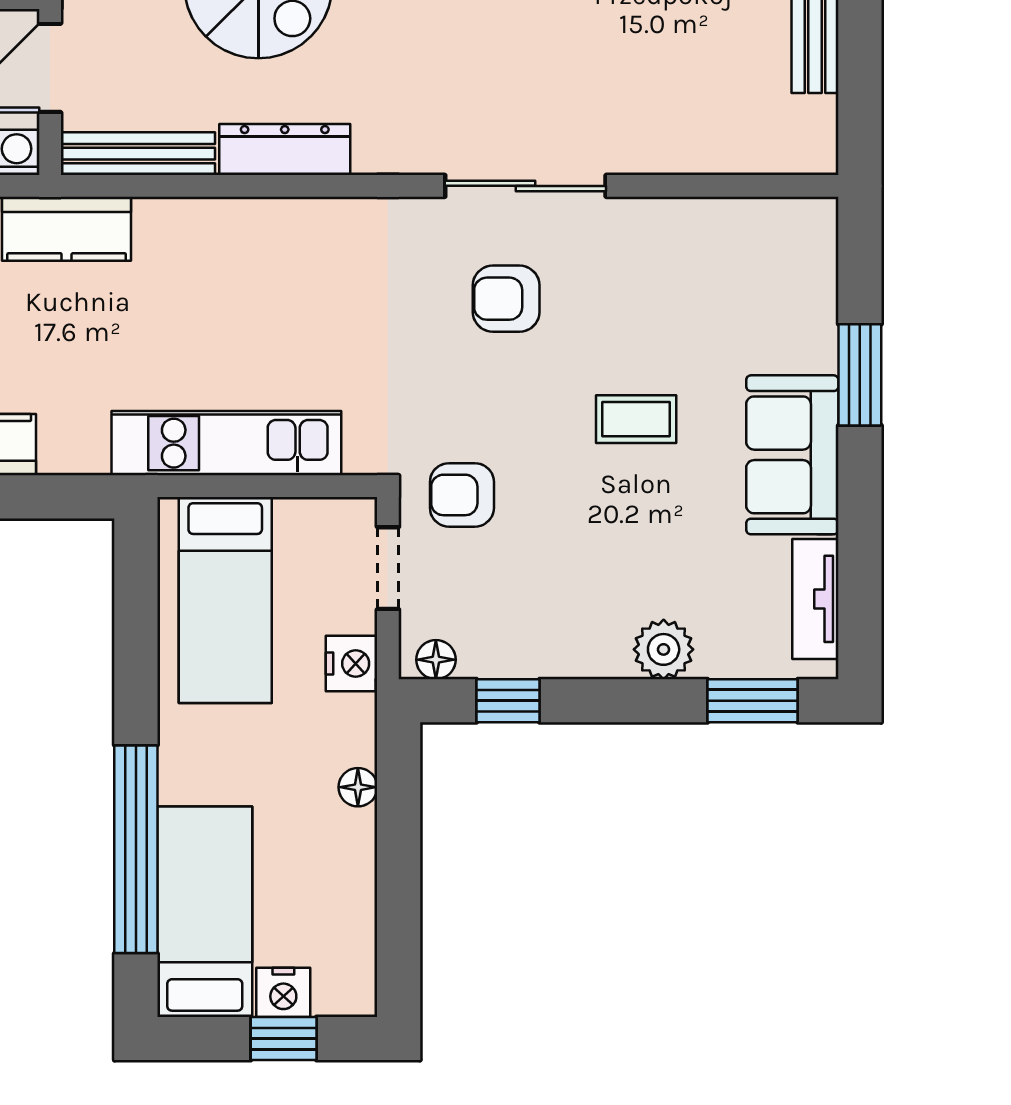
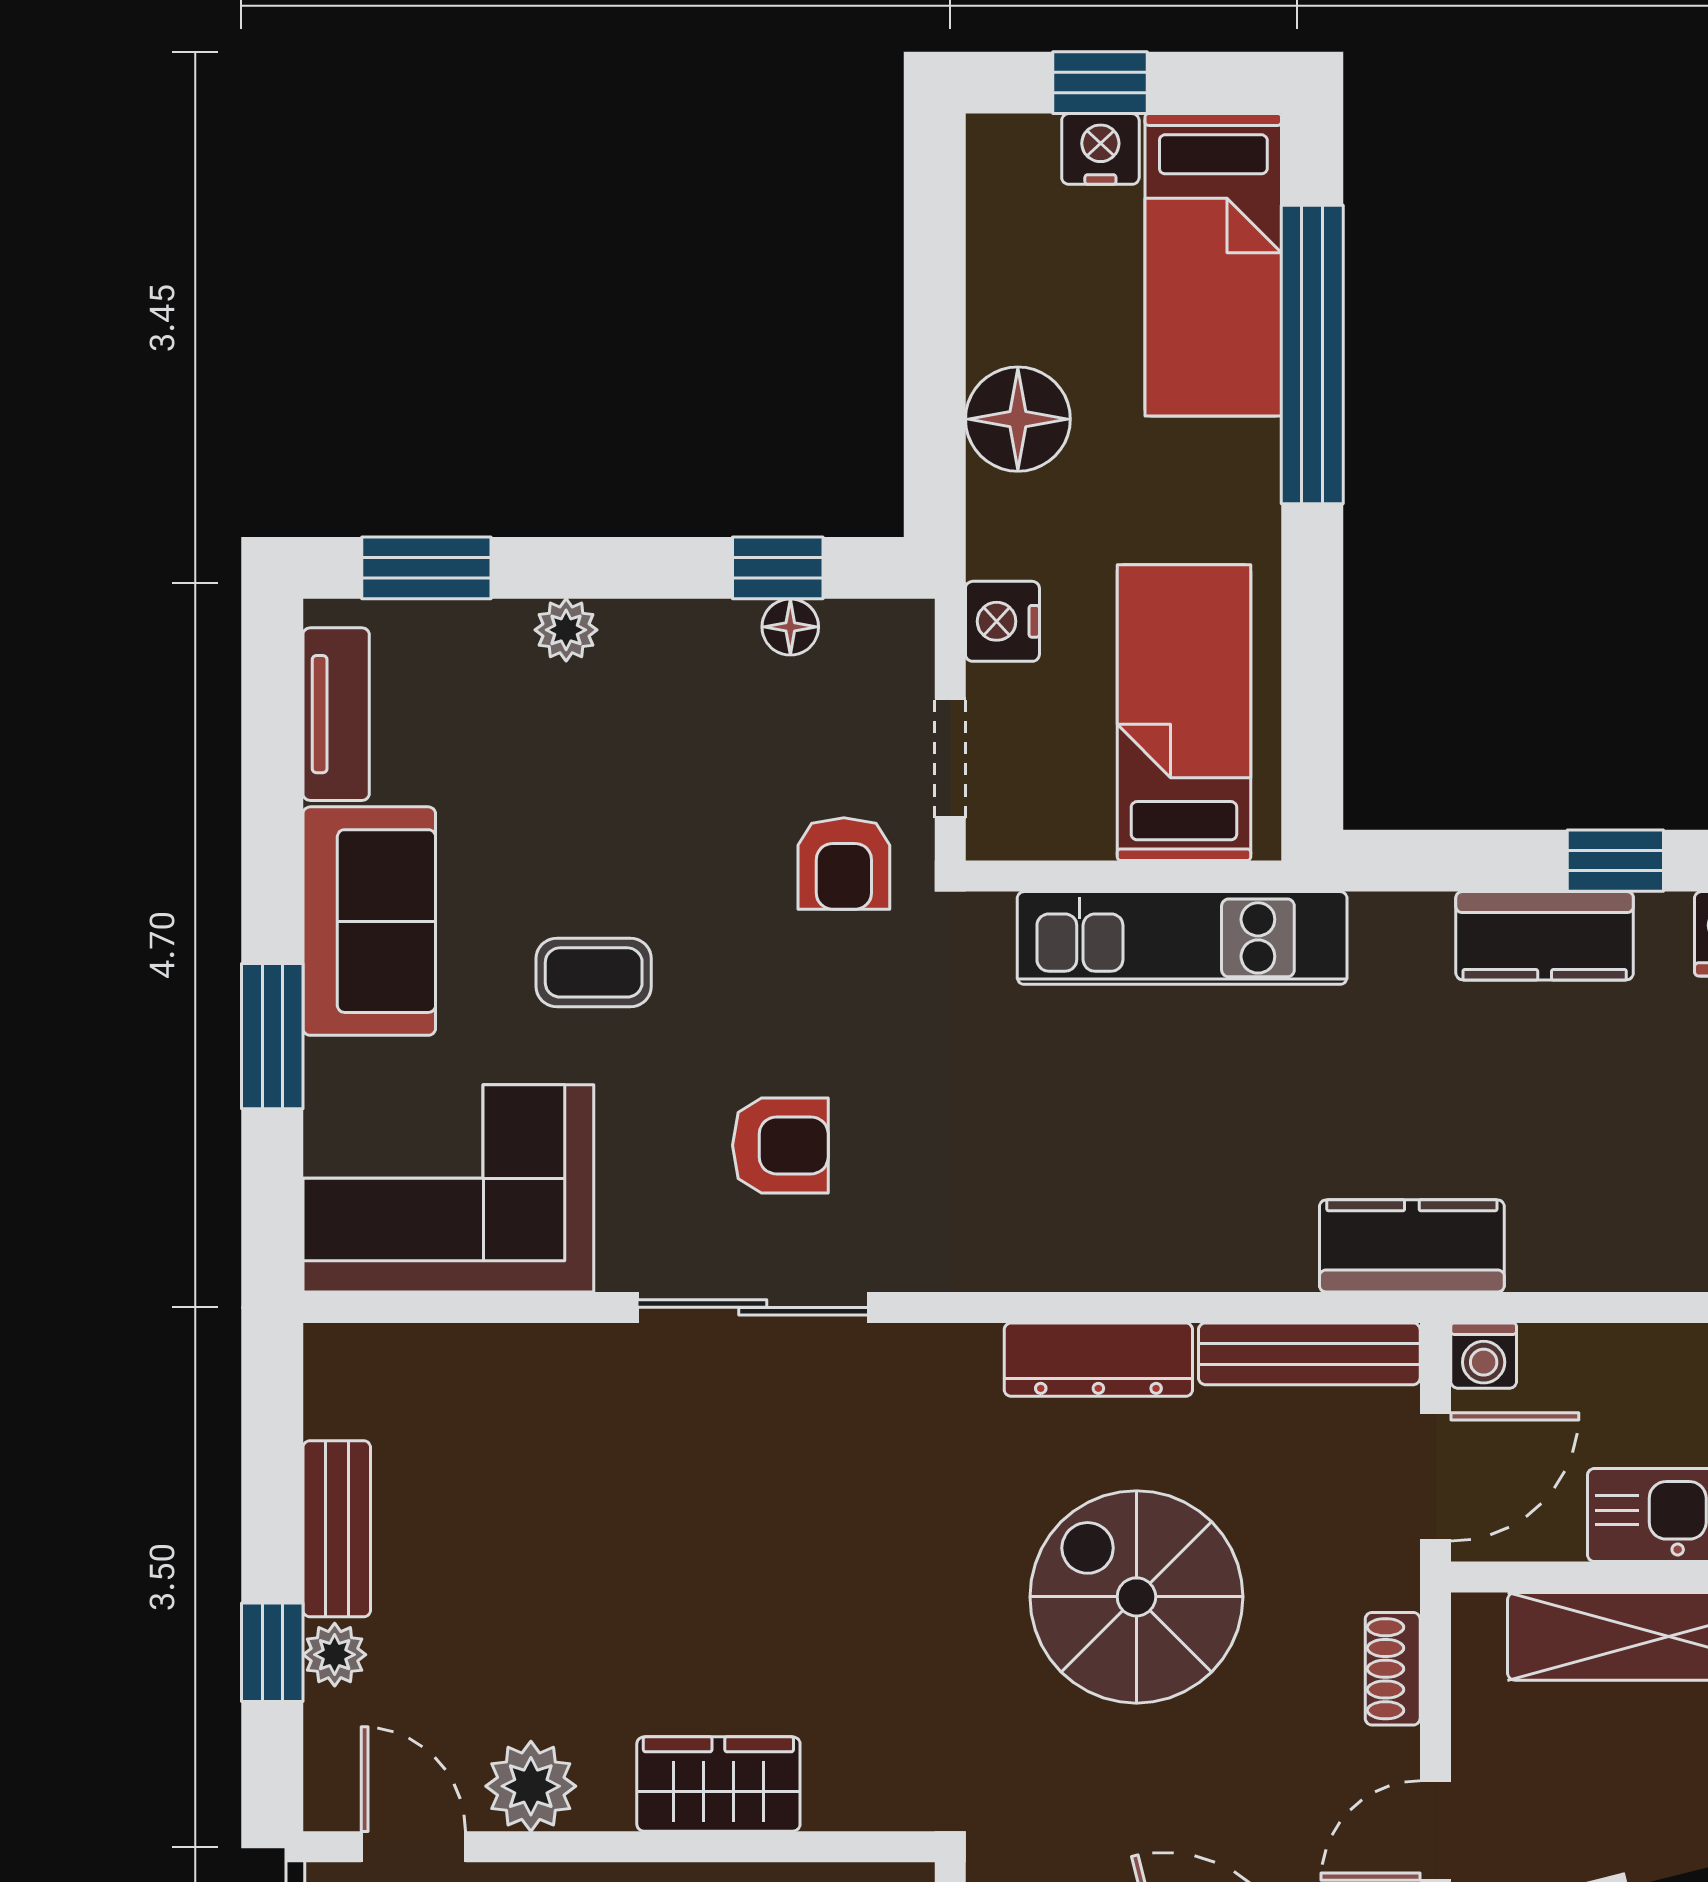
corner sofa: (737, 269) -> (448, 1188), added
armchair: (462, 495) -> (844, 863), turned 90
plant: (664, 649) -> (566, 630), width x0.73, depth x0.73
floor lamp: (436, 660) -> (790, 627), moved
floor lamp: (358, 787) -> (1018, 419), width x1.89, depth x1.89

